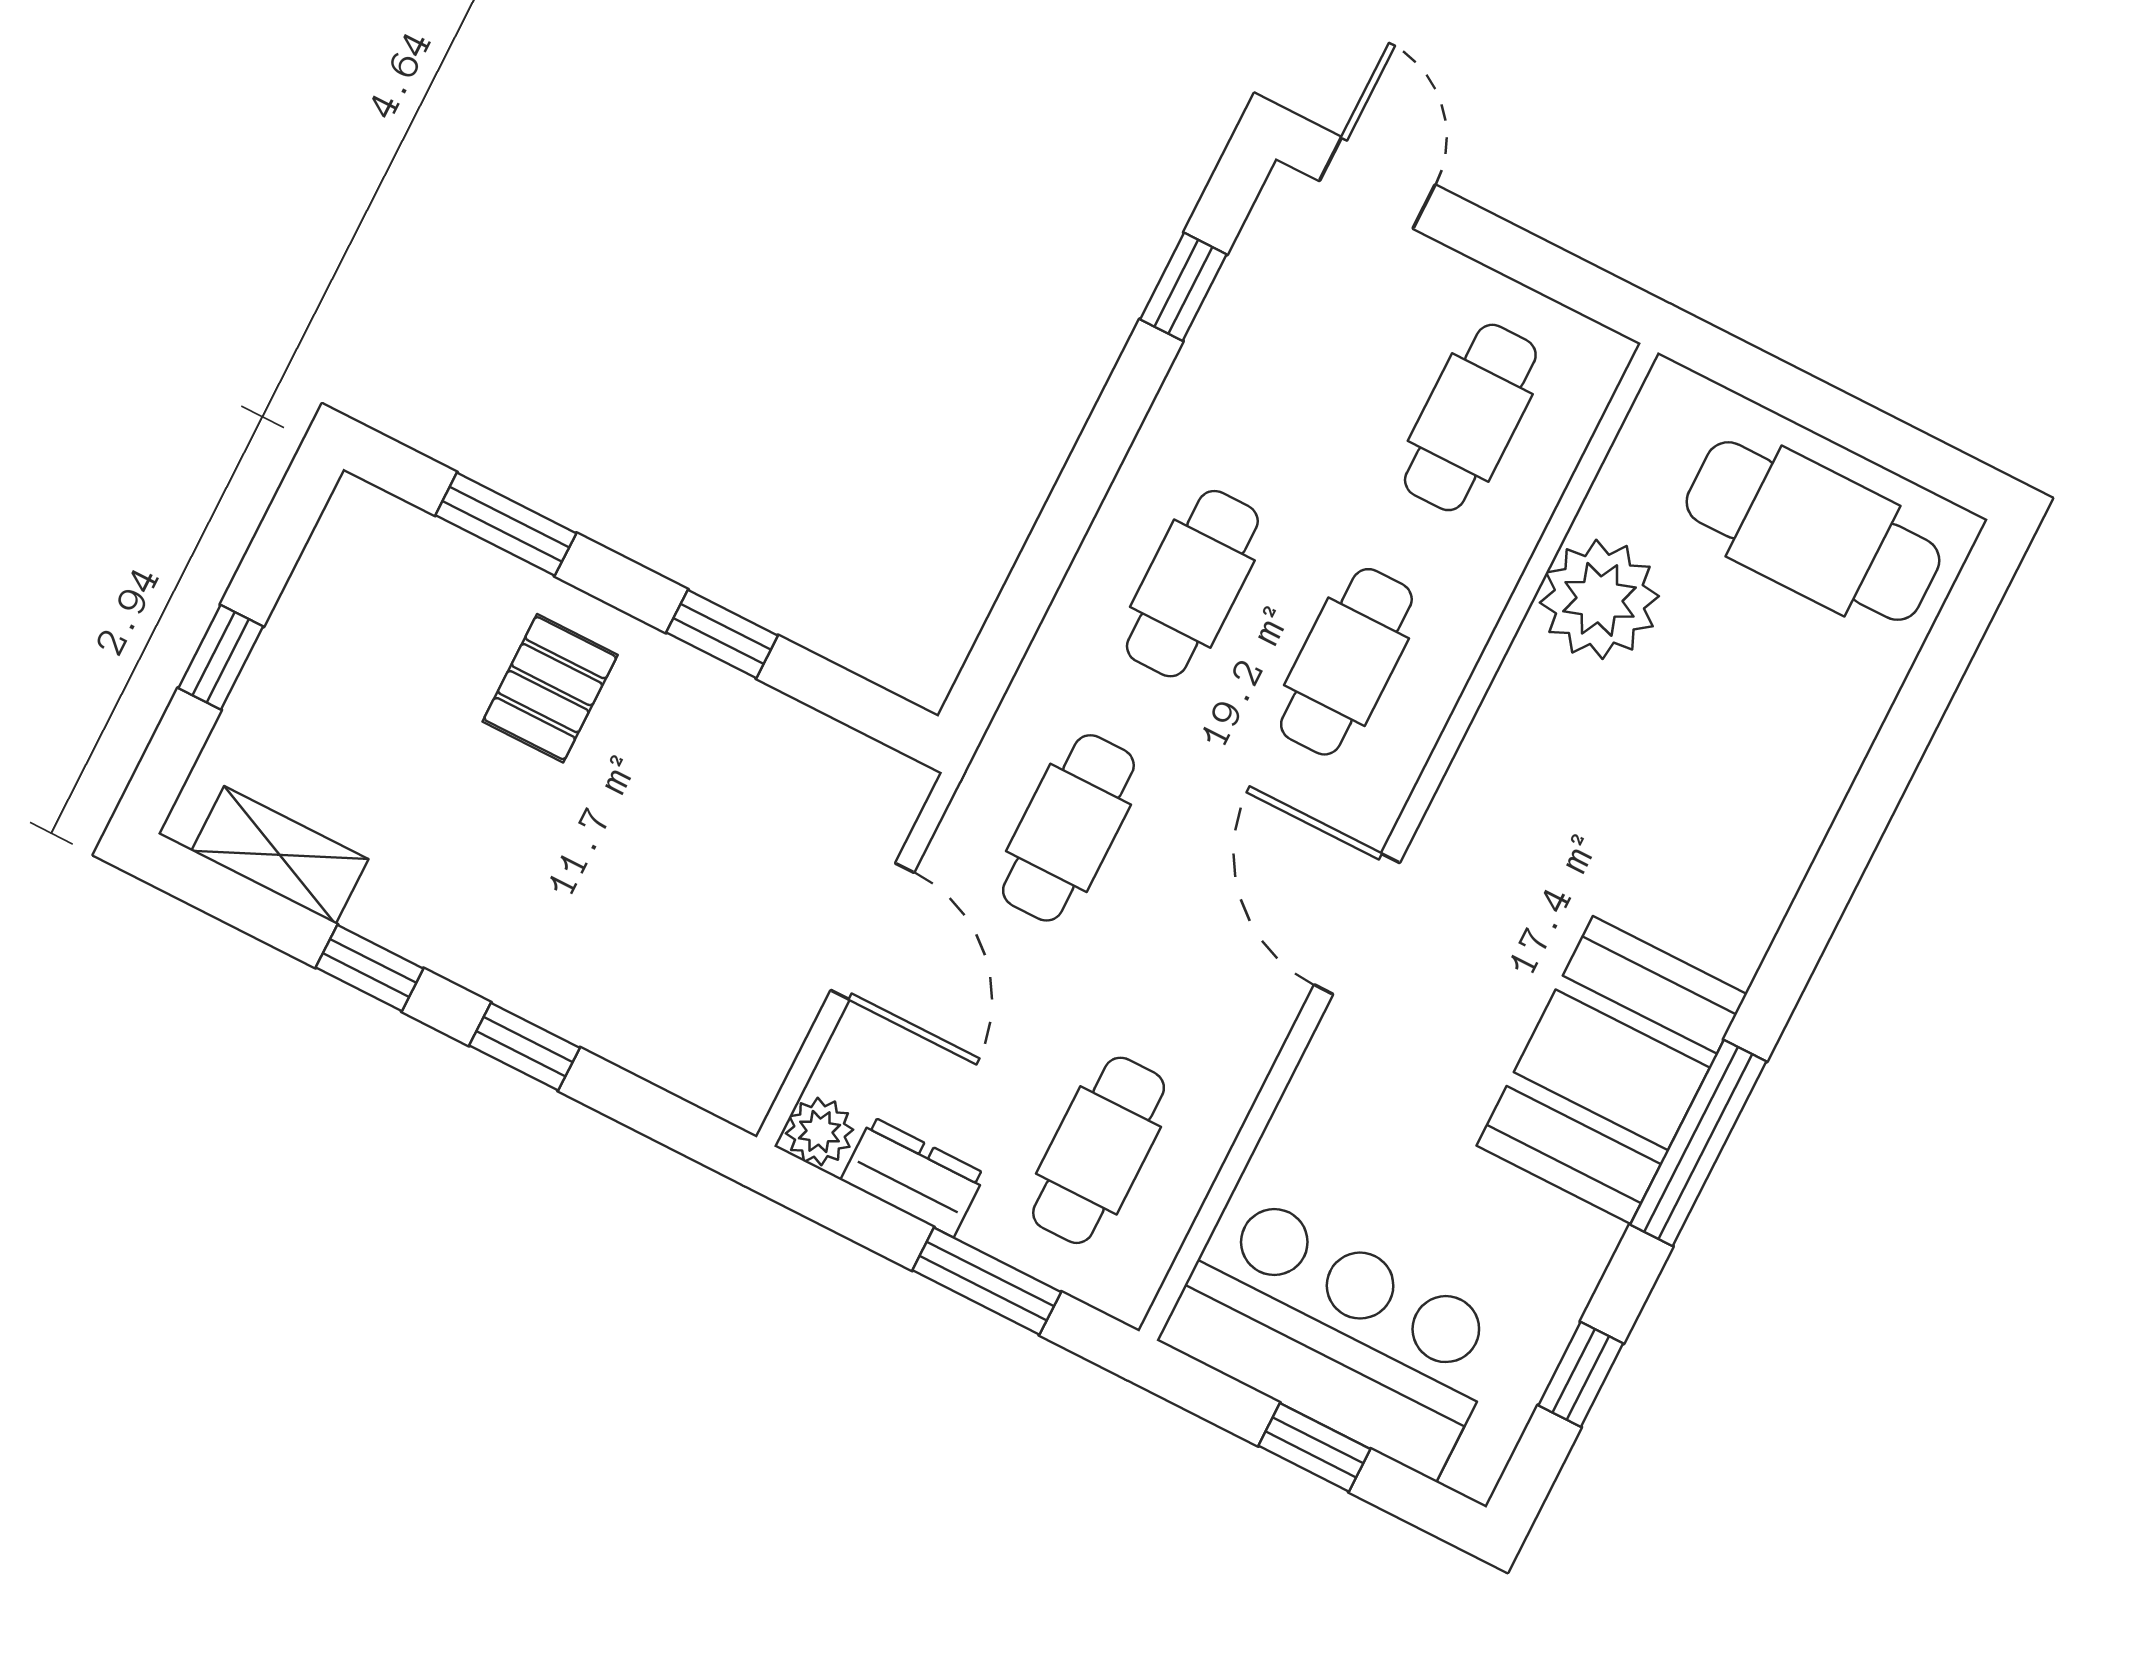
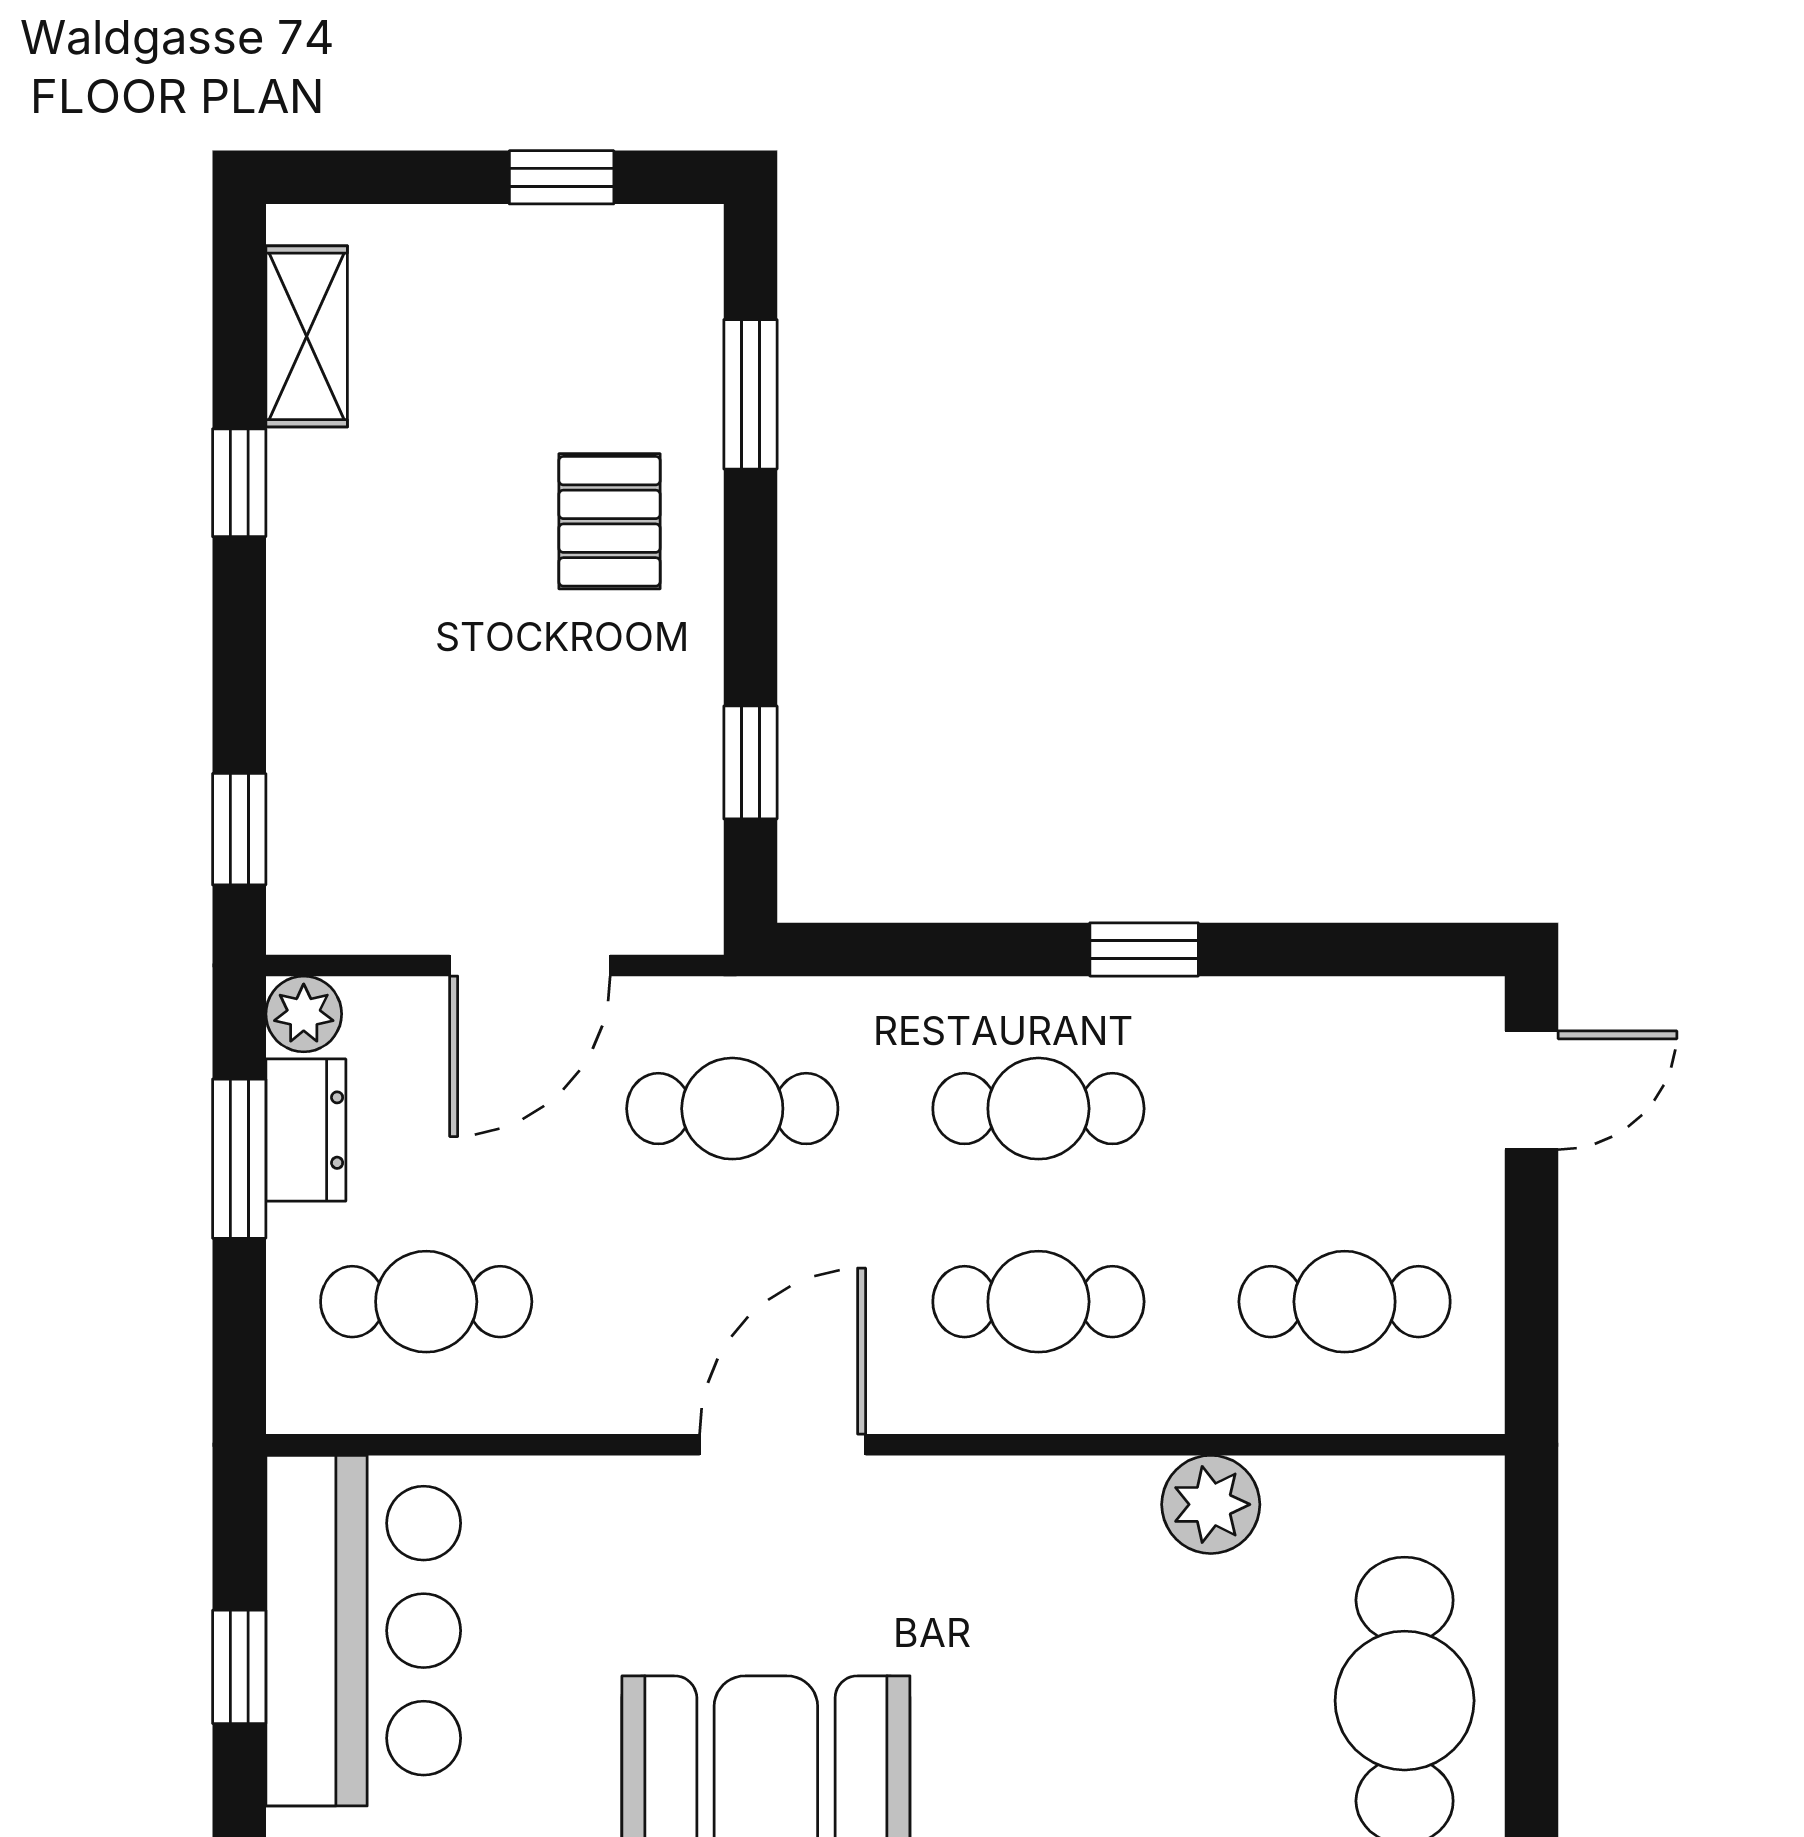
window: (1183, 287) -> (1144, 949), moved
plant: (1599, 599) -> (1211, 1504), width x0.73, depth x0.73
window: (722, 634) -> (750, 762), moved
window: (221, 657) -> (562, 177), moved
pallet: (550, 688) -> (609, 521), turned 90
window: (525, 1047) -> (239, 829), moved
window: (987, 1281) -> (239, 1159), moved

